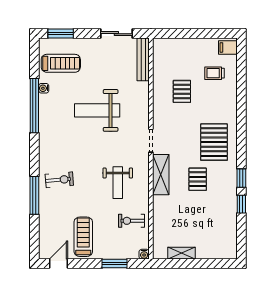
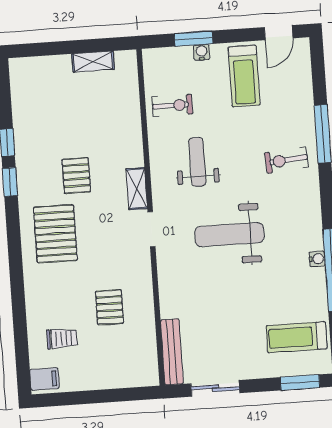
water cooler: (44, 88) -> (317, 259), moved
weight bench: (97, 110) -> (230, 235), moved, turned 180
shelving: (161, 175) -> (137, 189), width x0.67, depth x0.75
water cooler: (144, 254) -> (202, 52), moved

